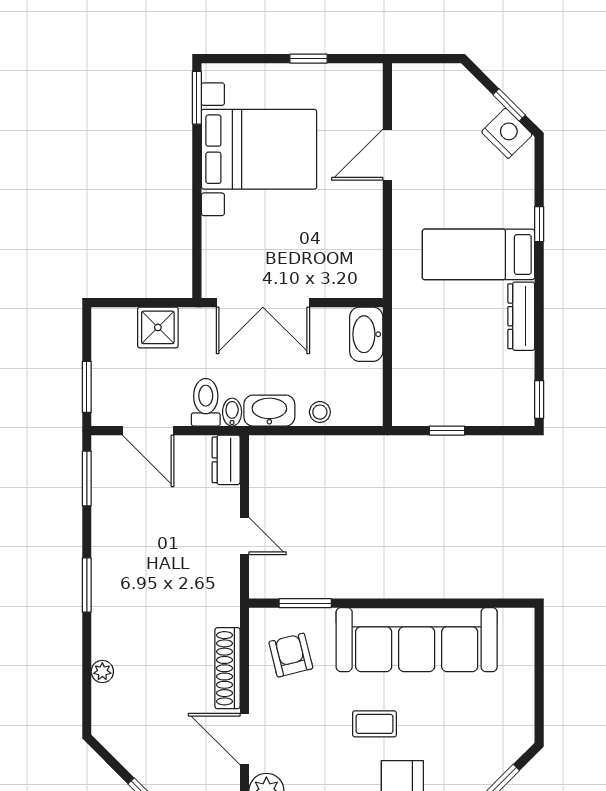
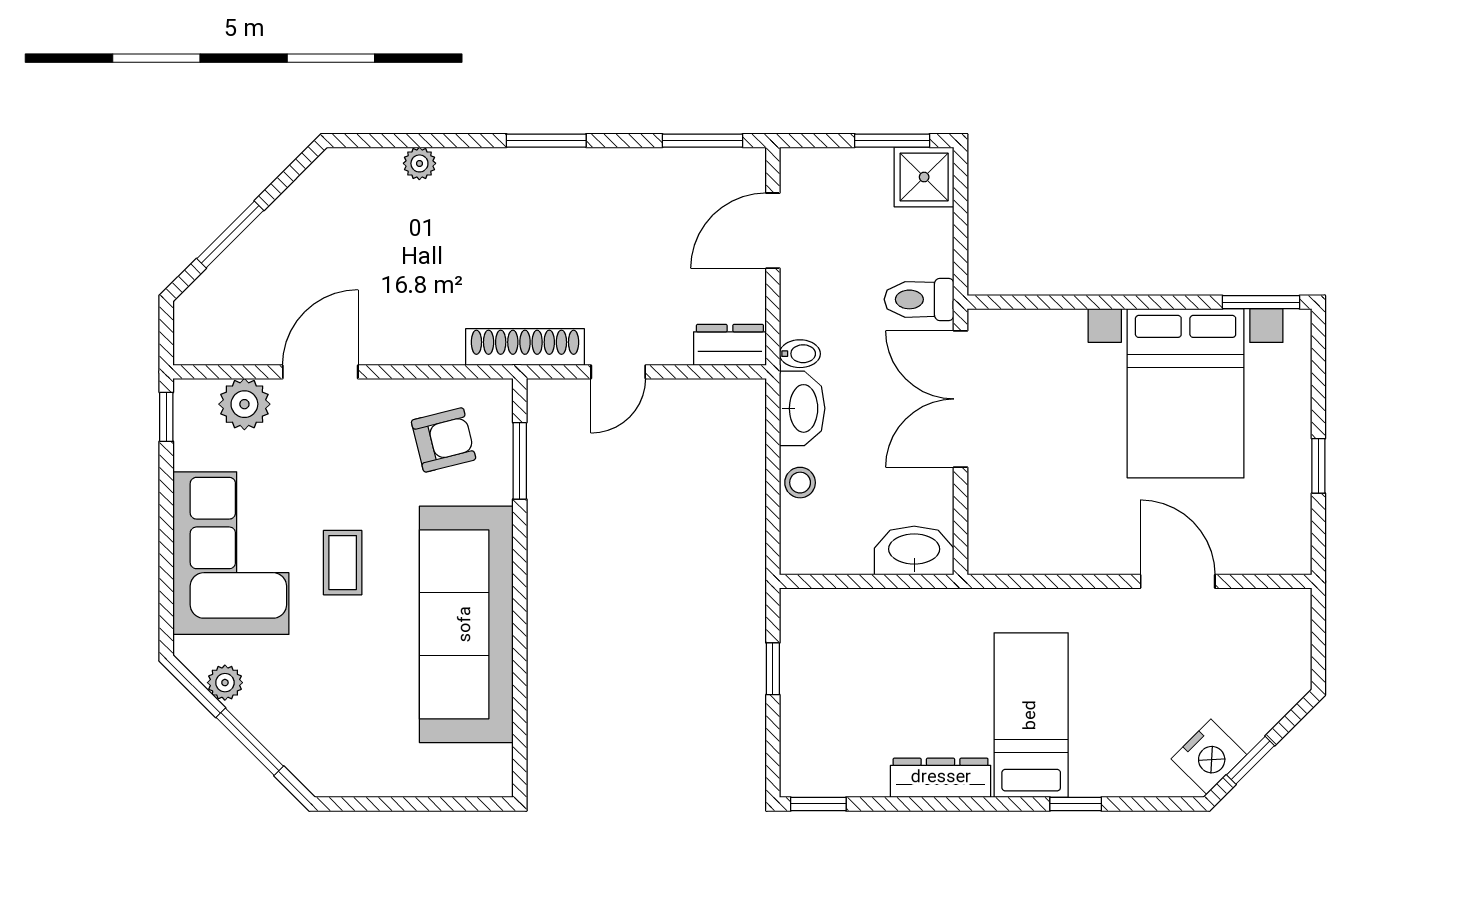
shower: (158, 327) -> (924, 177), moved
window: (87, 387) -> (892, 141), moved
toilet: (206, 402) -> (919, 299), moved, turned 180
shoe rack: (227, 668) -> (525, 347), moved

